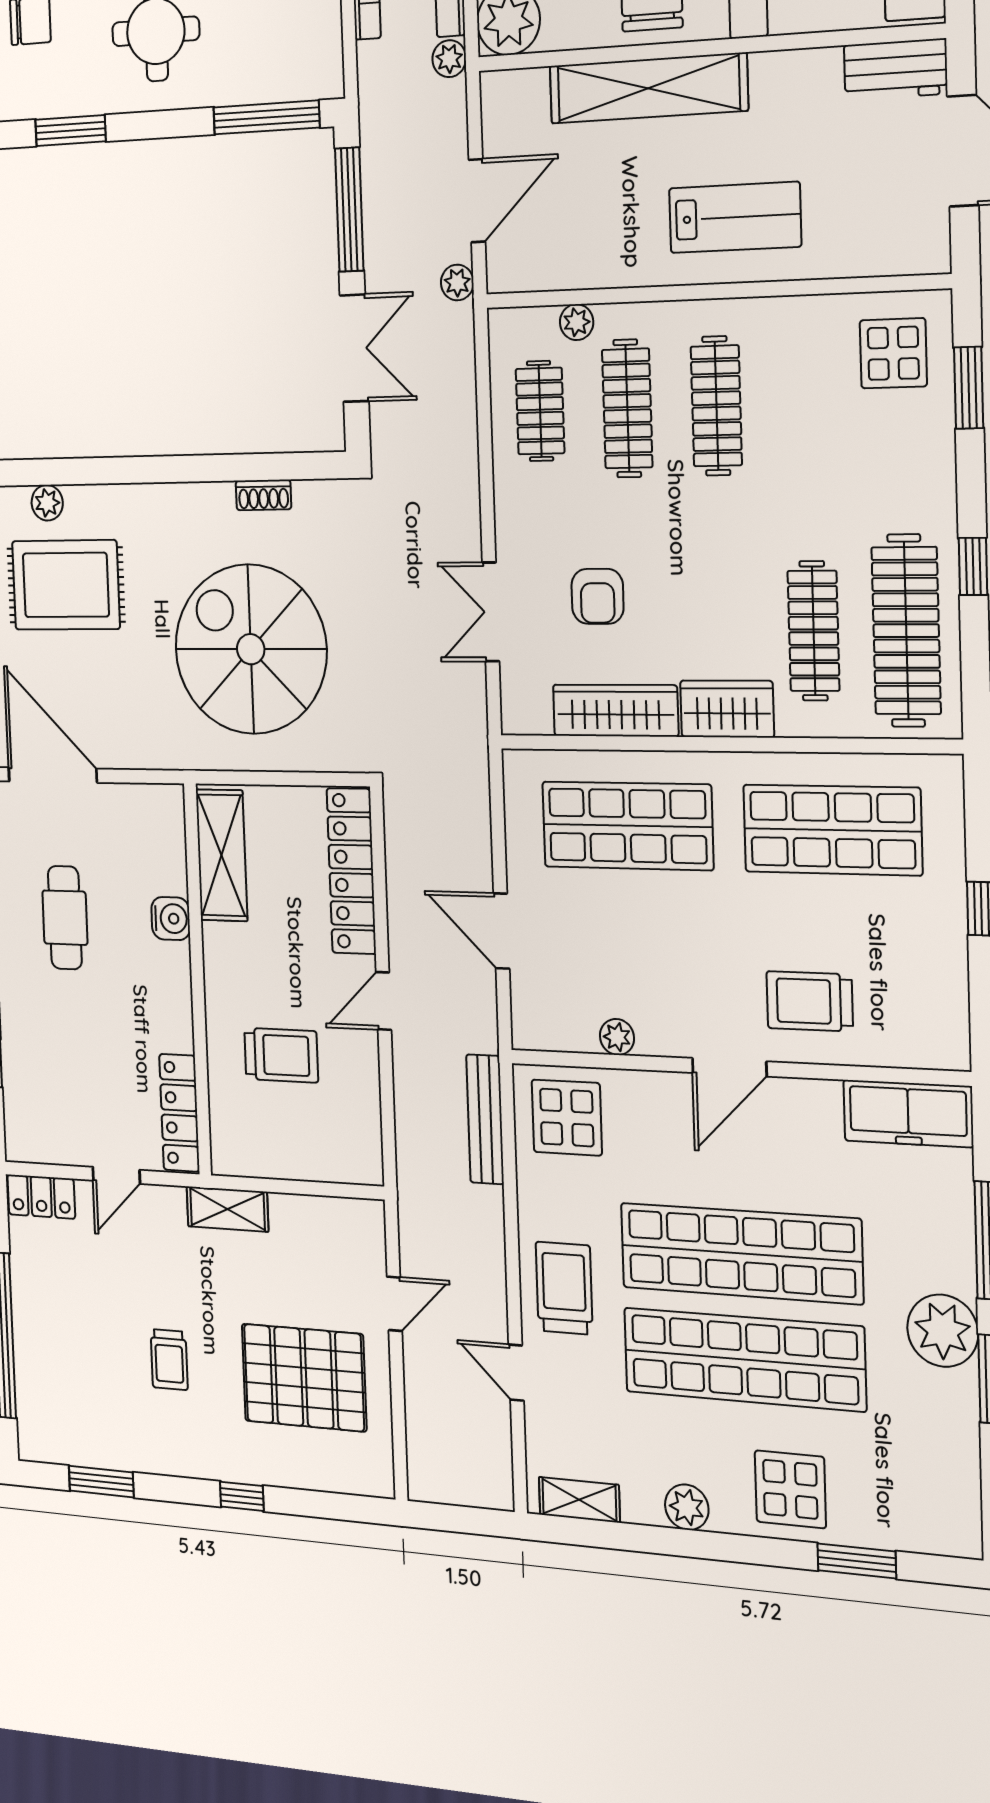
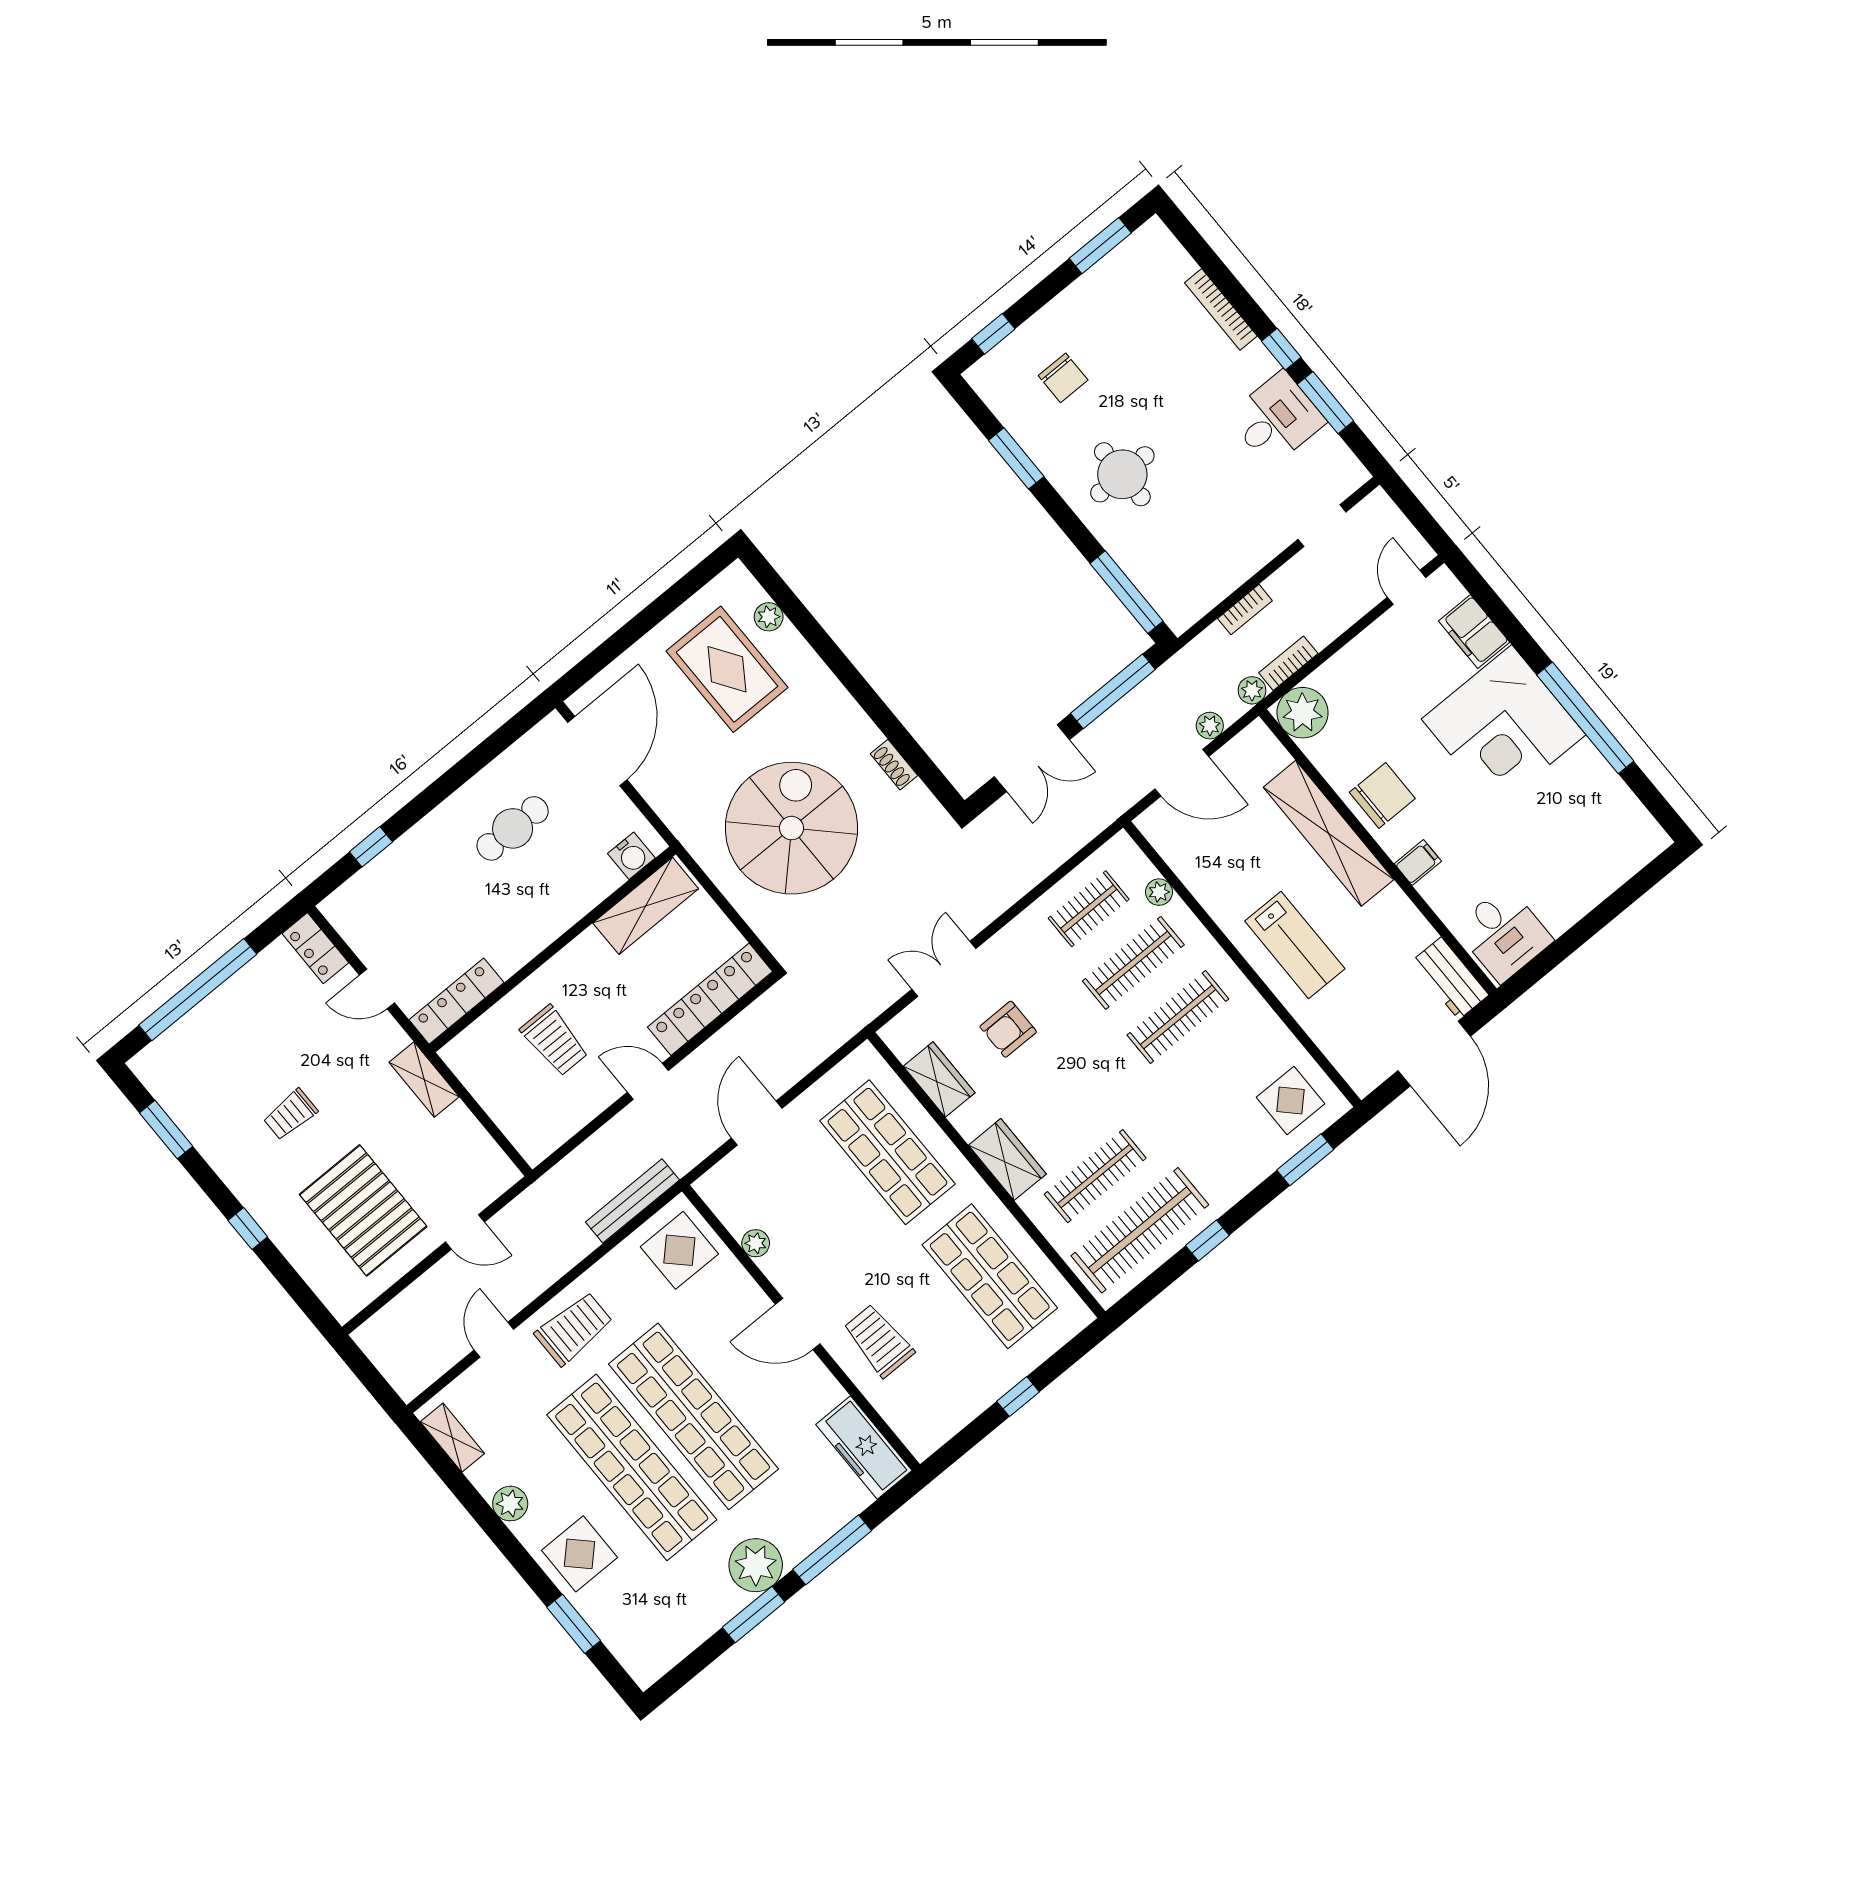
plant: (457, 283) -> (1210, 726), moved
wardrobe: (615, 711) -> (939, 1080), width x0.67
water cooler: (171, 919) -> (631, 856), moved

